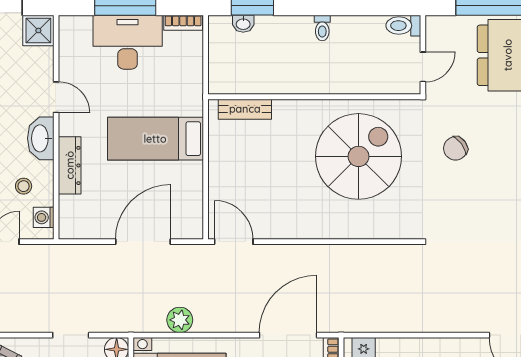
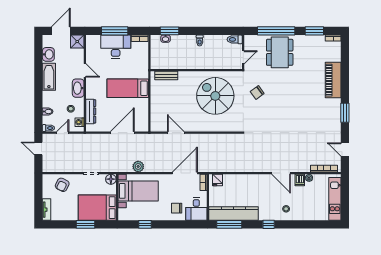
spiral stairs: (358, 156) -> (215, 96), turned -90
dresser: (70, 165) -> (91, 111), moved
door: (234, 242) -> (176, 133), moved

